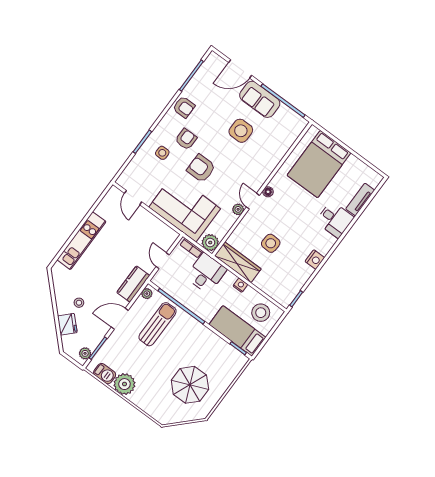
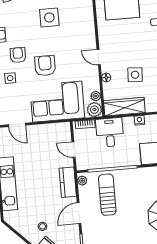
armchair: (201, 168) -> (45, 66), turned 90
floor lamp: (268, 192) -> (106, 77), moved
plant: (238, 209) -> (96, 96), moved

